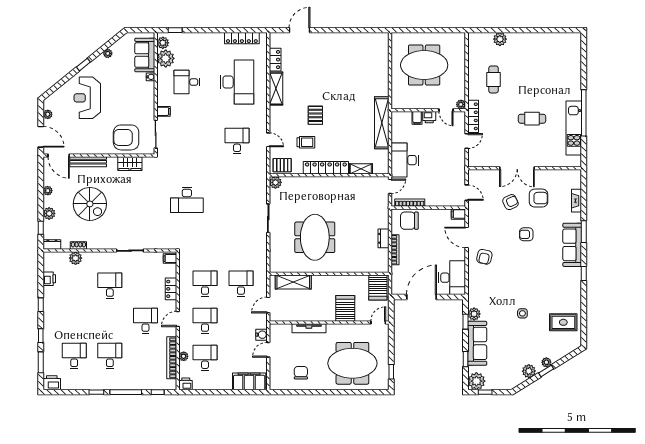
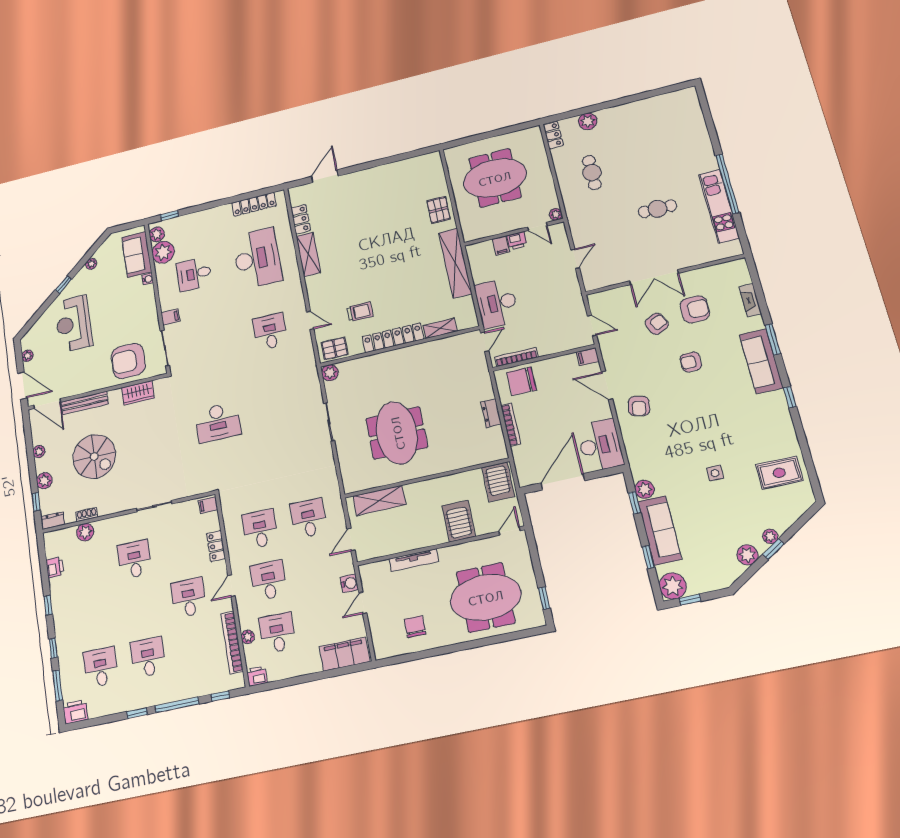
pallet: (315, 115) -> (439, 210), moved
locker: (473, 116) -> (553, 135), moved, width x0.66

